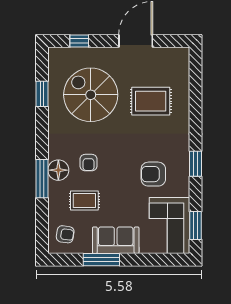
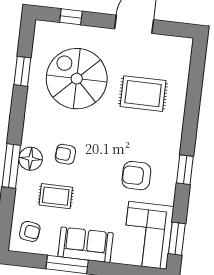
armchair: (89, 163) -> (65, 154), turned 94

